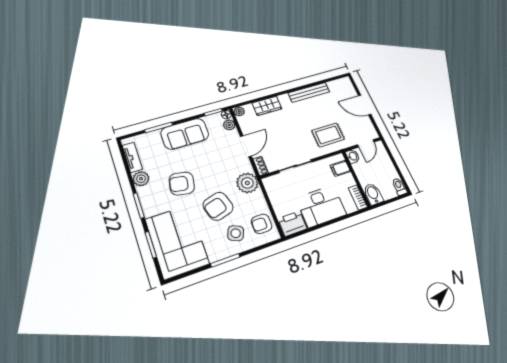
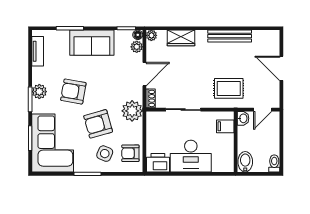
plant: (141, 179) -> (39, 92), moved
bookcase: (358, 197) -> (229, 160), removed

